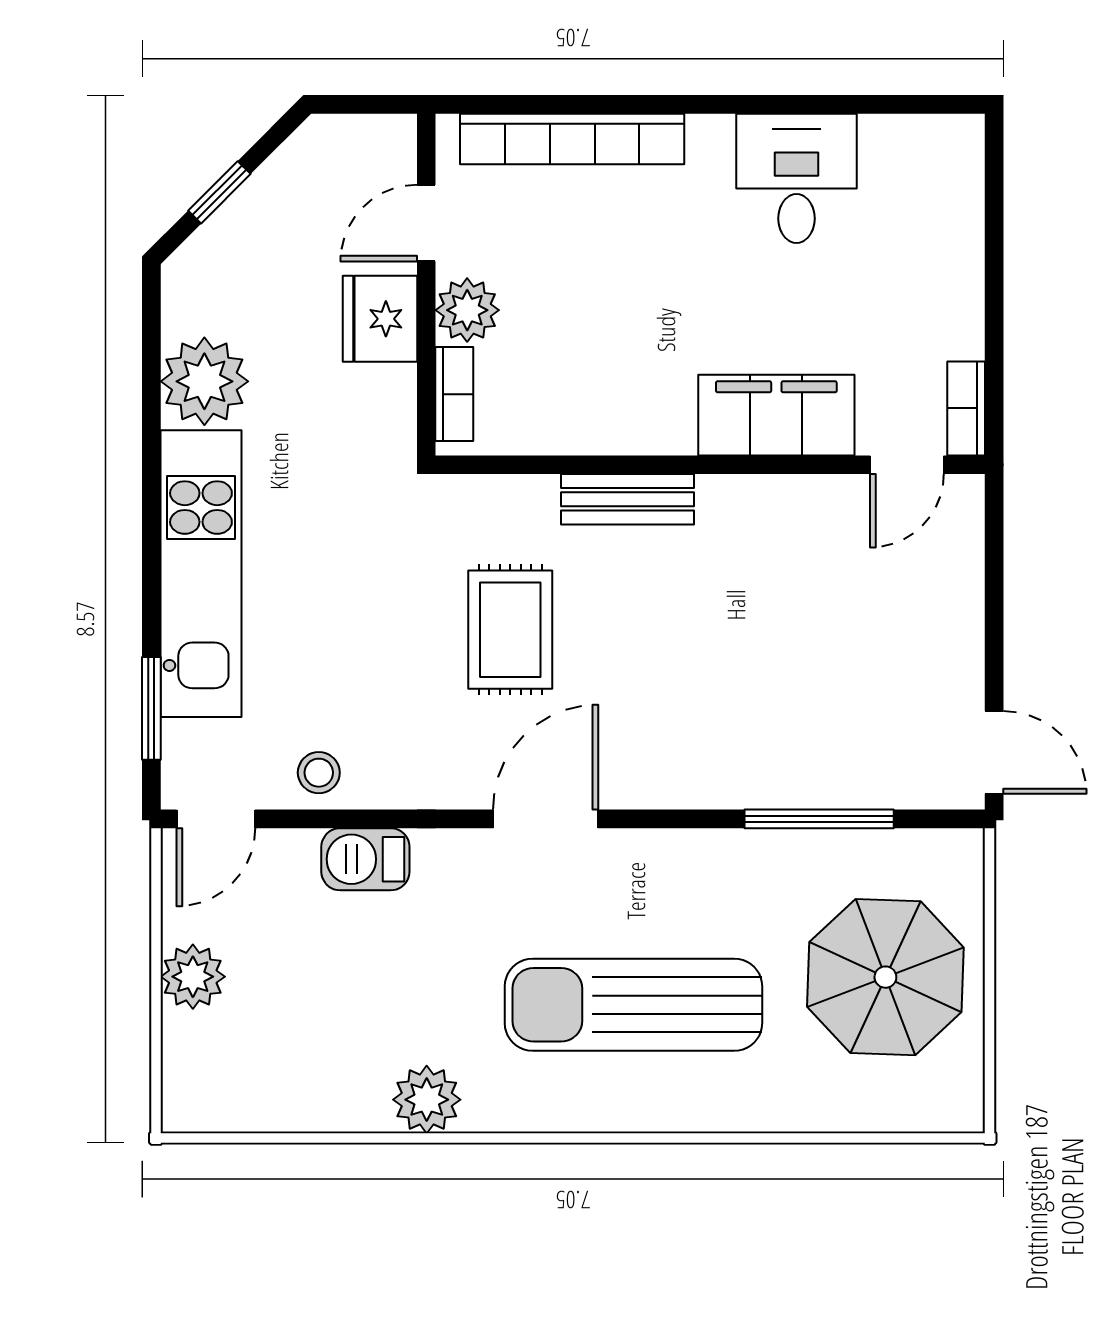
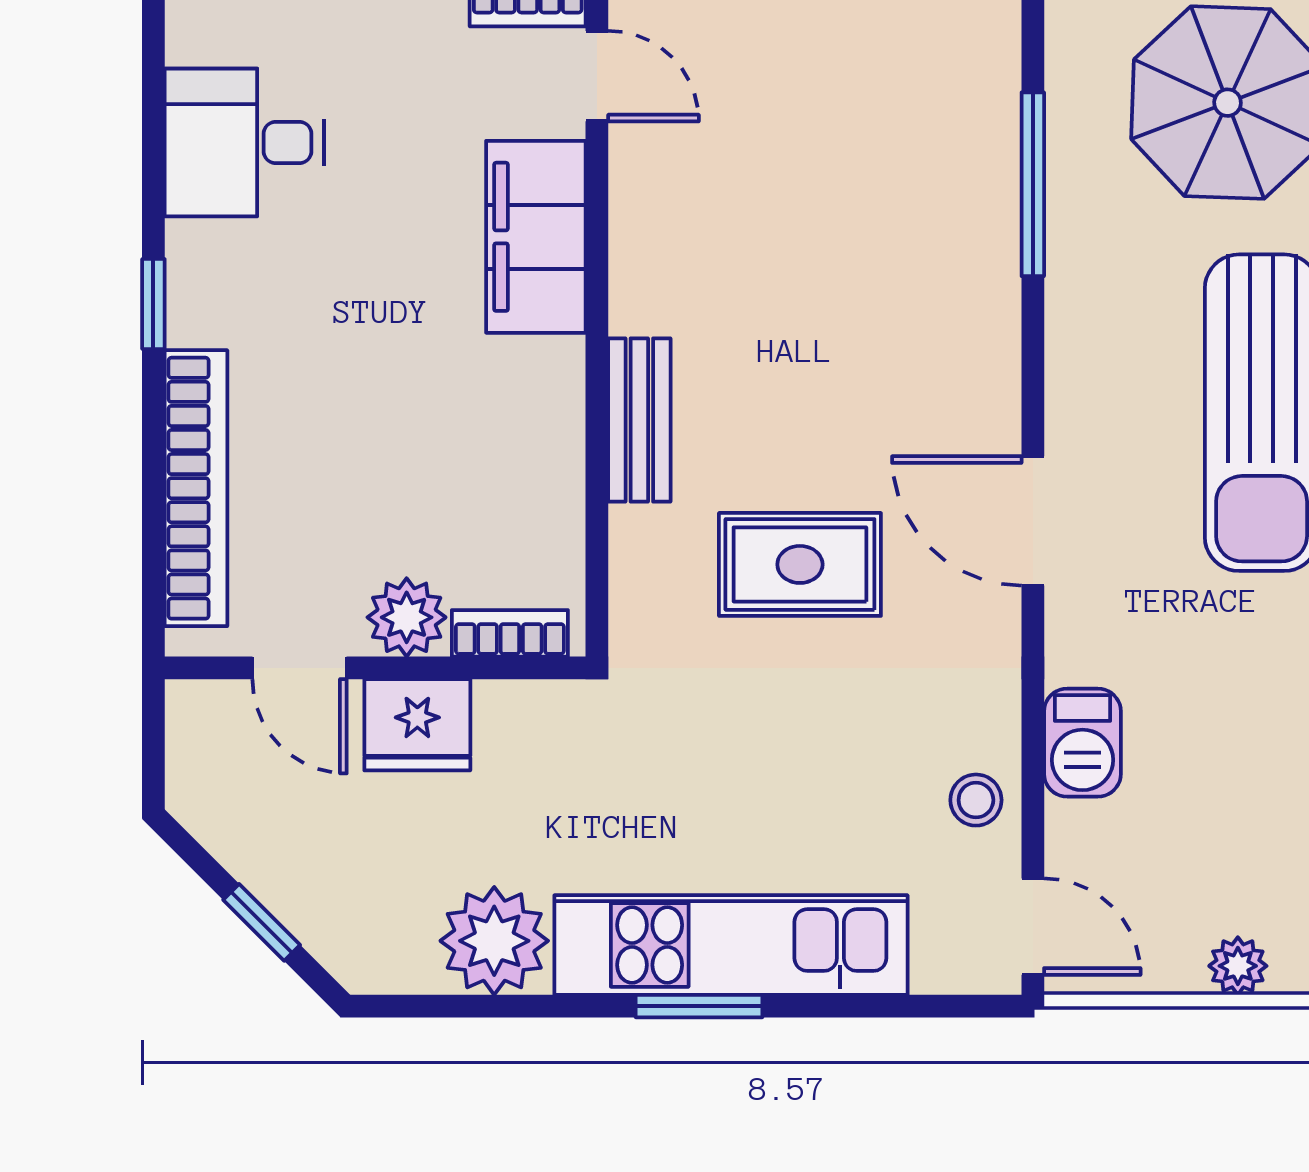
window: (722, 104) -> (153, 304), added
desk: (797, 178) -> (244, 143), moved
window: (151, 708) -> (699, 1006), moved
plant: (193, 977) -> (1238, 966), width x0.73, depth x0.73

